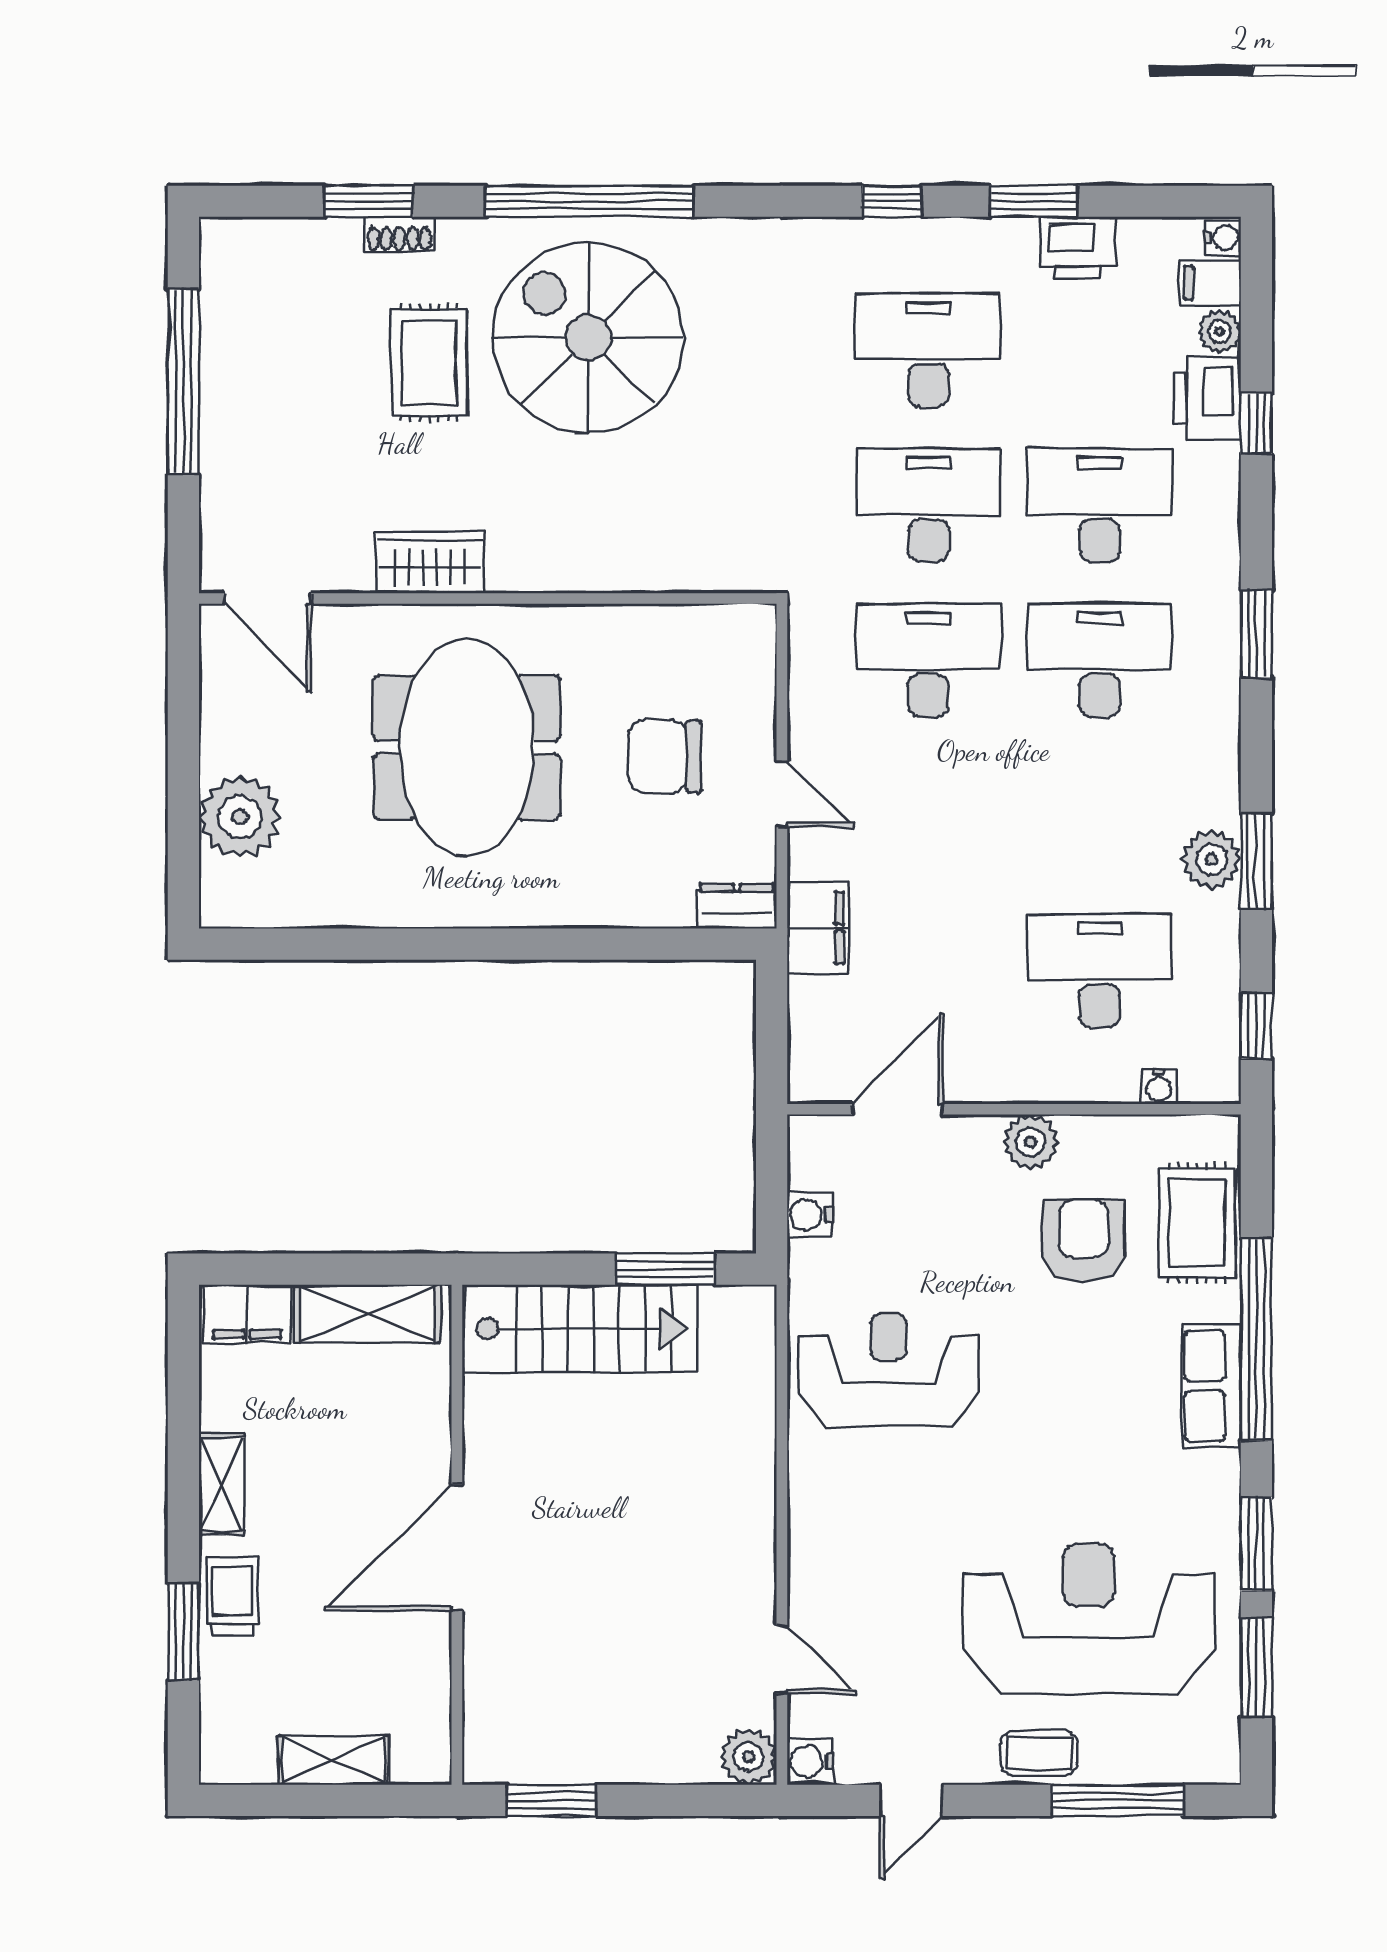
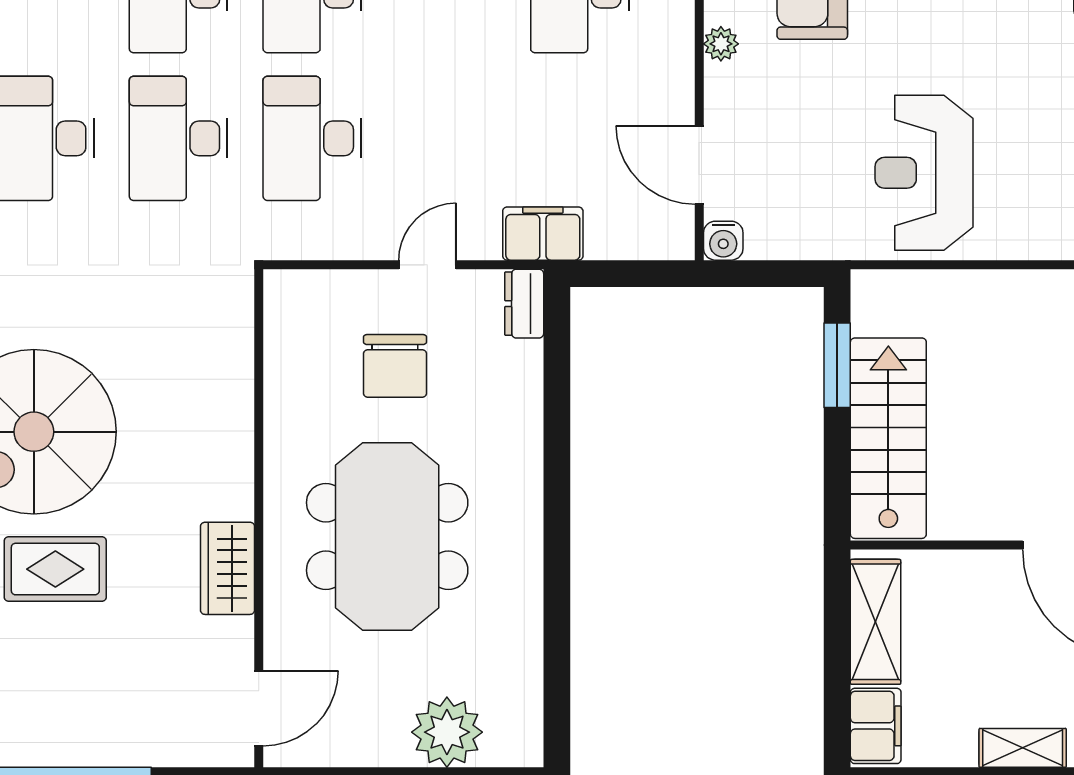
meeting table: (467, 747) -> (387, 536), turned 90
plant: (1030, 1142) -> (721, 44), width x0.73, depth x0.73
water cooler: (810, 1215) -> (723, 241), moved

